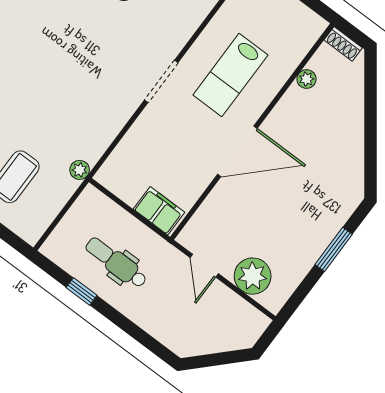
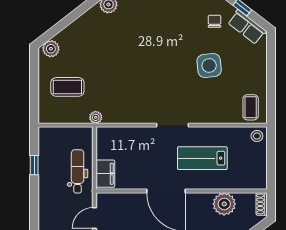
plant: (306, 79) -> (224, 204), width x1.88, depth x1.88
dental chair: (116, 263) -> (78, 171), moved

